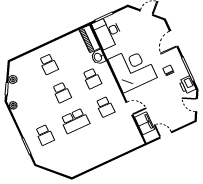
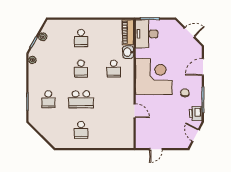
school desk: (105, 107) -> (81, 130), moved
filing cabinet: (145, 123) -> (142, 130), removed
door: (166, 135) -> (156, 149), swing flipped

